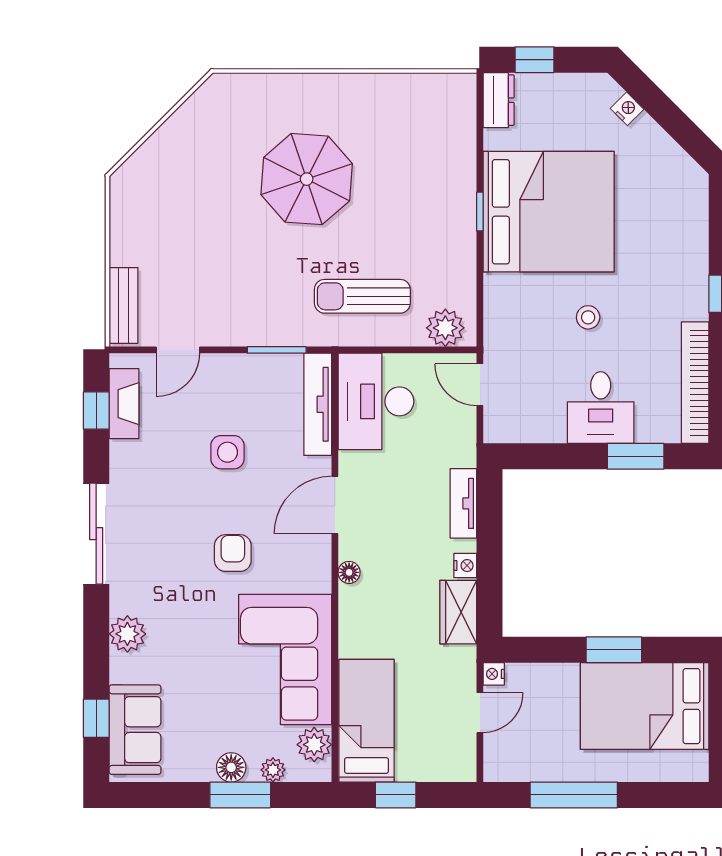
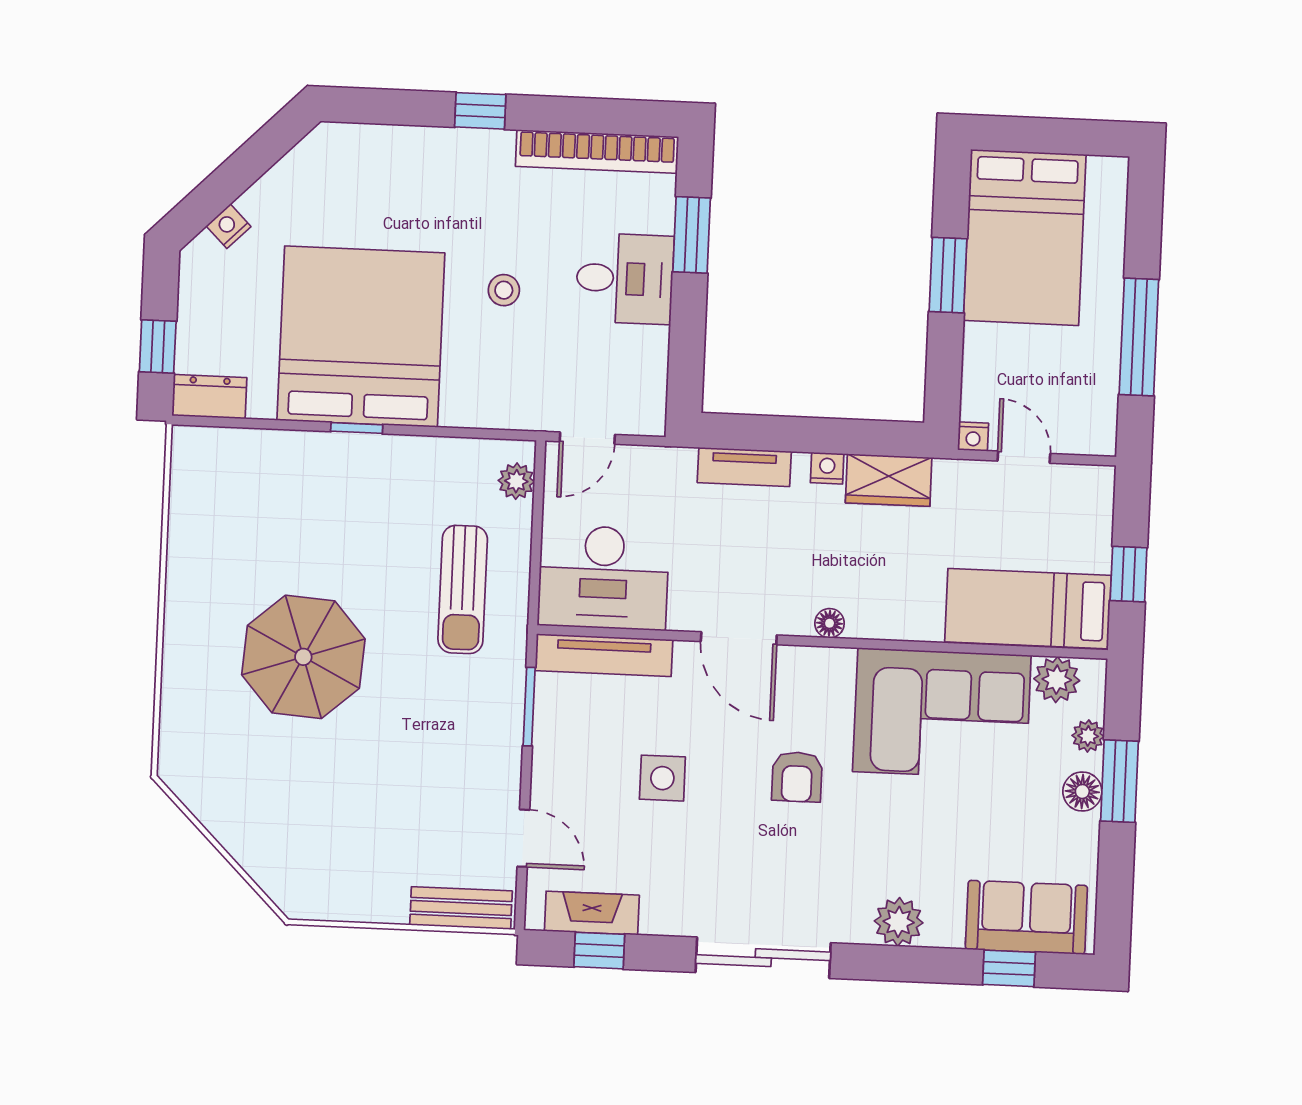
plant: (445, 328) -> (516, 481), width x0.73, depth x0.73
armchair: (233, 553) -> (797, 777), turned -90

